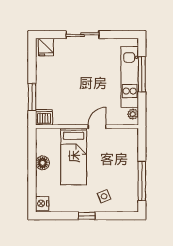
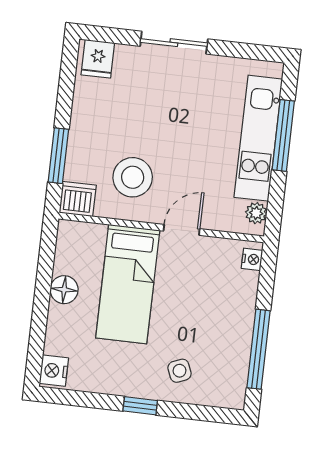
stool: (70, 103) -> (133, 177), added
nightstand: (133, 137) -> (252, 259), added

